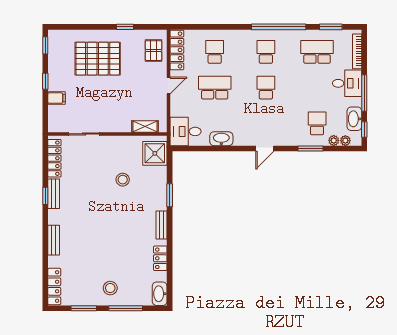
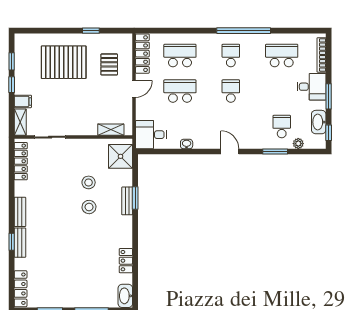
window: (331, 27) -> (295, 31), removed
window: (45, 45) -> (12, 61), moved
pallet: (153, 51) -> (109, 64), moved
school desk: (215, 52) -> (180, 56), width x1.85
window: (364, 93) -> (329, 96), width x0.69
shelving: (54, 119) -> (20, 122), added
washbasin: (221, 139) -> (187, 144), width x0.52, depth x0.69
plant: (345, 141) -> (310, 144), removed
door: (265, 148) -> (230, 152), swing flipped
bench: (54, 194) -> (20, 212), moved
window: (45, 196) -> (12, 242), moved
bench: (162, 225) -> (127, 201), moved
stool: (110, 288) -> (89, 207), moved

